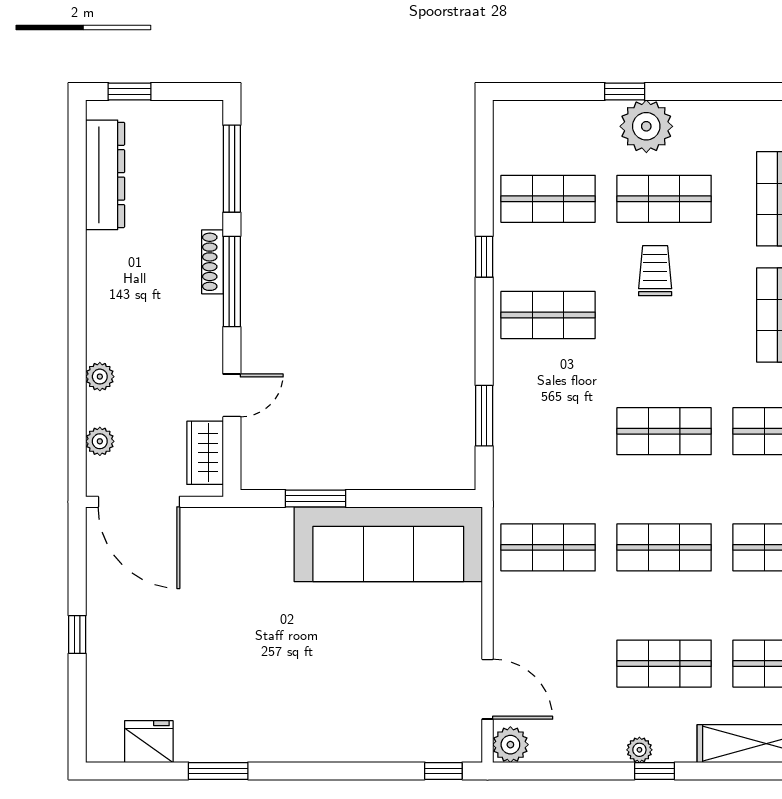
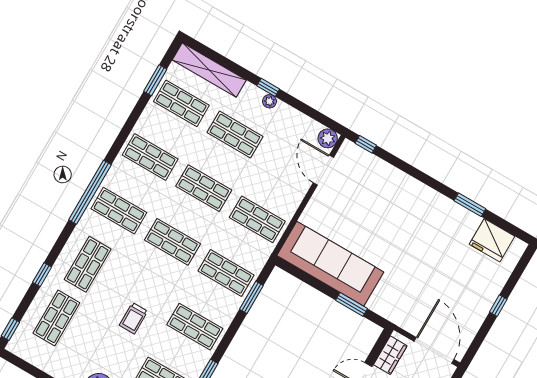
shop shelf: (664, 199) -> (226, 273), moved
fridge: (149, 742) -> (492, 240), width x1.36, depth x1.34

